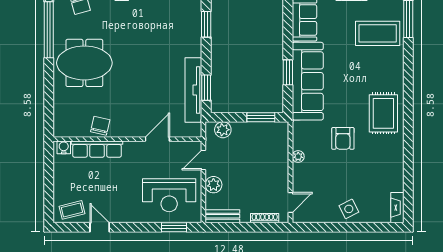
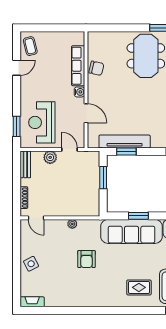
rug: (383, 113) -> (139, 287), moved, width x0.73, depth x0.70
window: (261, 117) -> (103, 178), moved
plant: (223, 130) -> (93, 165), removed
armchair: (343, 138) -> (86, 259), turned -90
water cooler: (64, 147) -> (79, 92), moved

